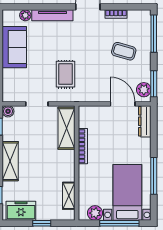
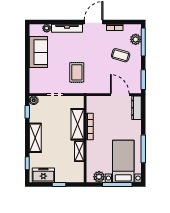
plant: (144, 90) -> (136, 39), moved
shelving: (66, 128) -> (78, 124), moved
shelving: (69, 196) -> (79, 151), moved

